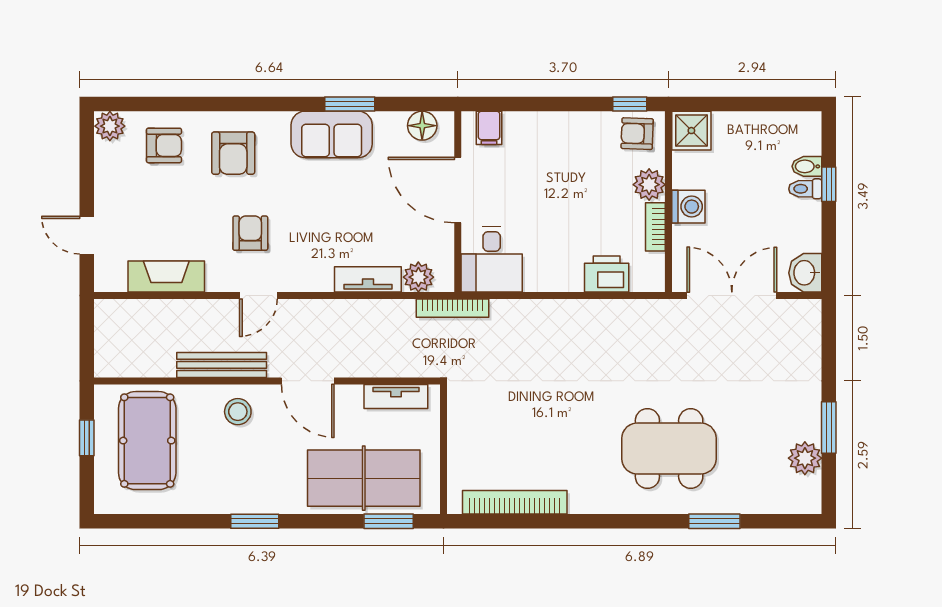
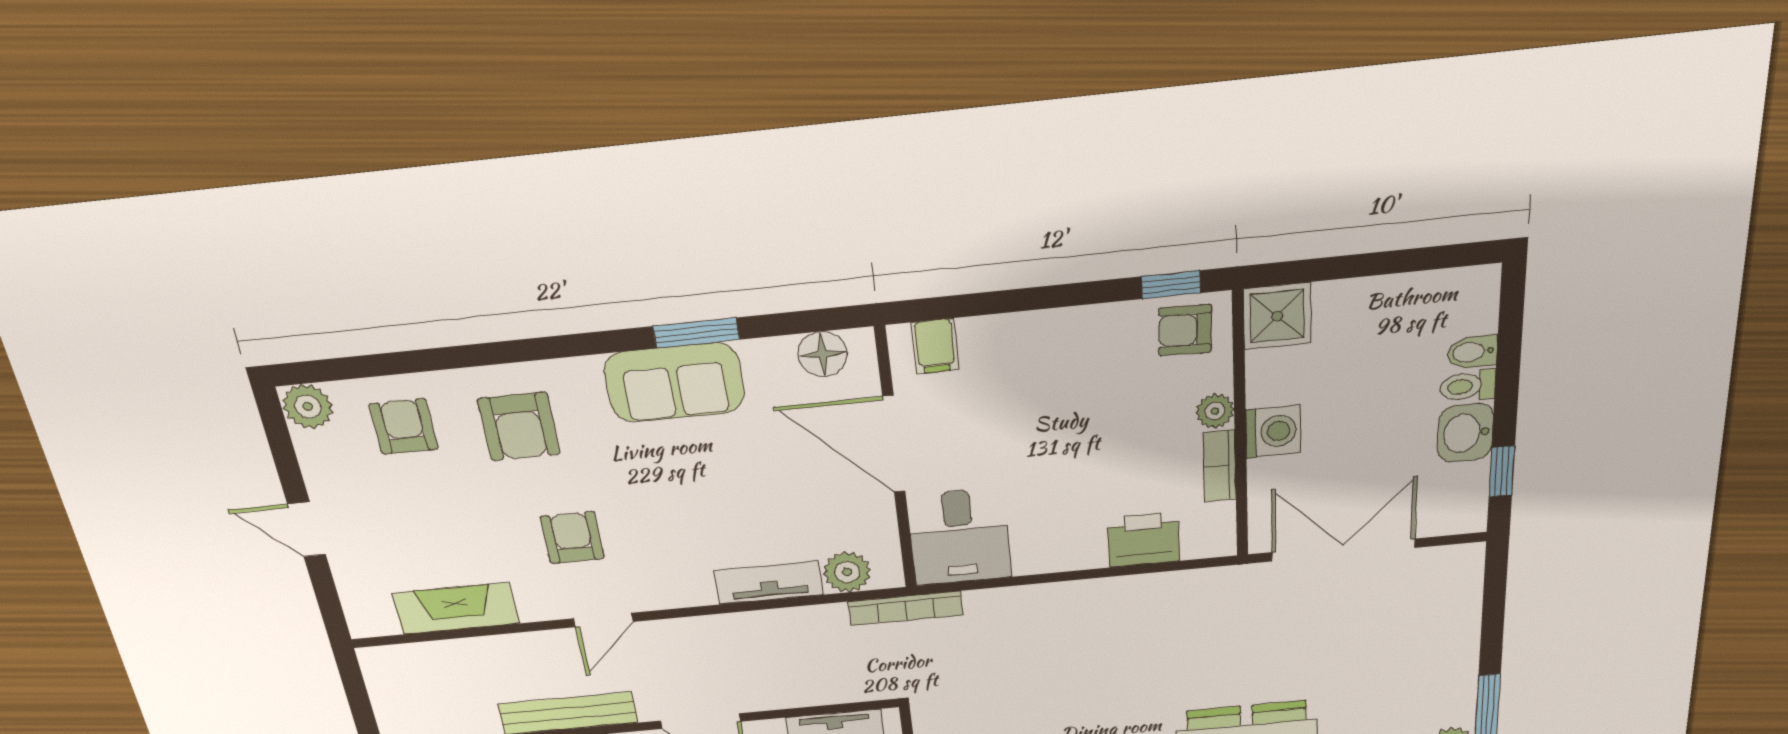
armchair: (164, 145) -> (404, 426), turned -90
window: (829, 184) -> (1502, 471), moved
plant: (649, 185) -> (1215, 411), width x0.73, depth x0.73
door: (87, 235) -> (307, 529), moved
washbasin: (805, 273) -> (1465, 433), moved

